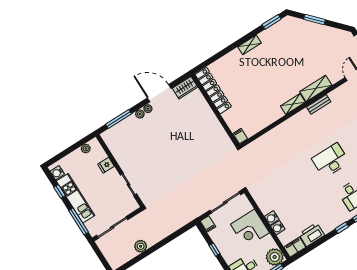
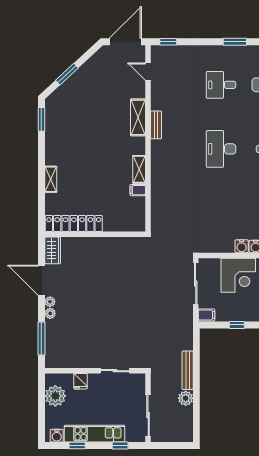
shelving: (250, 45) -> (51, 179), moved
door: (159, 93) -> (41, 280), hinge flipped
shelving: (293, 104) -> (139, 169), moved
filing cabinet: (240, 136) -> (138, 190), moved
plant: (86, 149) -> (55, 396), width x1.87, depth x1.87
window: (79, 221) -> (120, 445), width x0.46
bench: (161, 235) -> (188, 370), added

